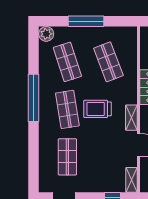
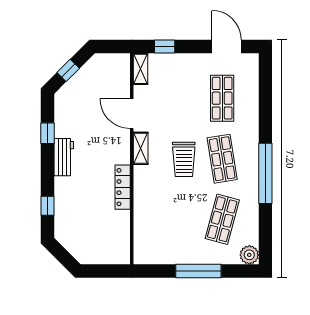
shop shelf: (67, 62) -> (222, 219), turned 33
shop shelf: (108, 62) -> (170, 219), removed
trolley: (98, 109) -> (184, 159), turned 90

